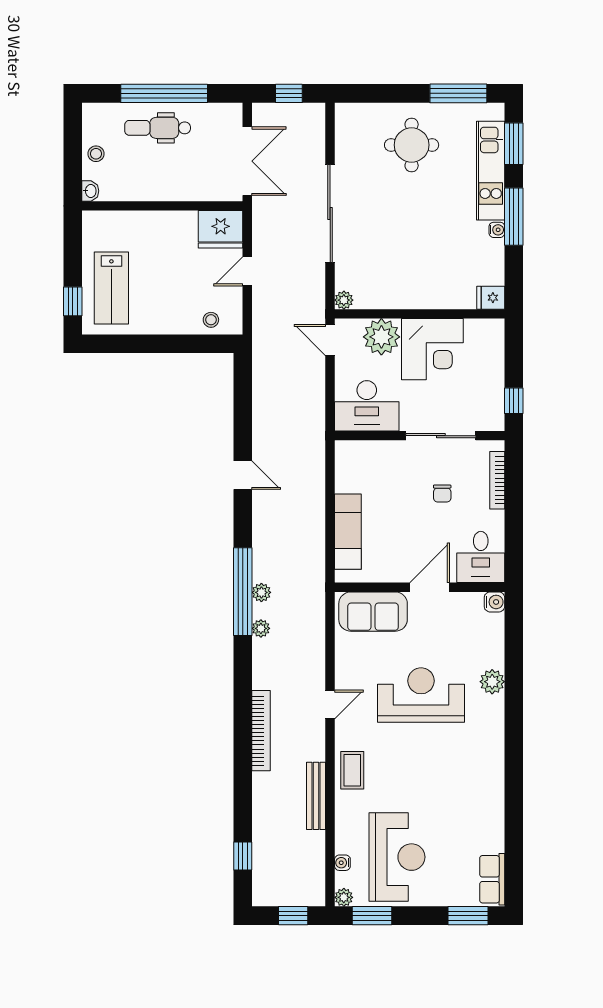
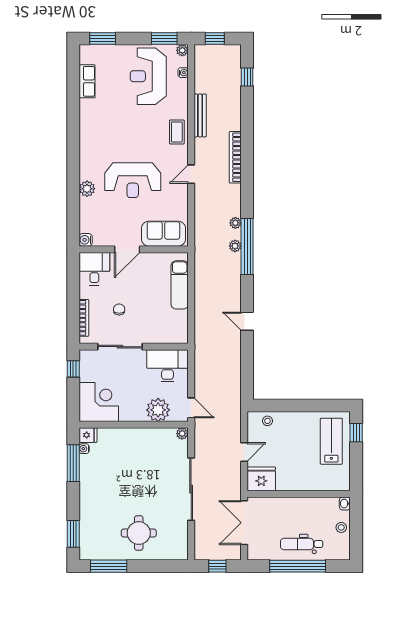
dental chair: (158, 128) -> (302, 544), turned 180
kitchen unit: (491, 171) -> (88, 517), removed
window: (514, 217) -> (73, 463), moved
water cooler: (497, 230) -> (84, 449), moved
corner desk: (432, 349) -> (99, 402), moved, turned 90
row of seats: (492, 879) -> (87, 81), moved

